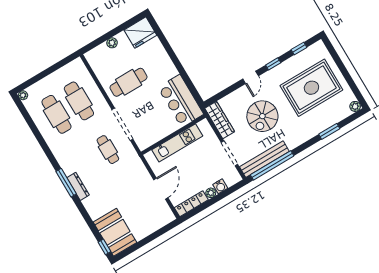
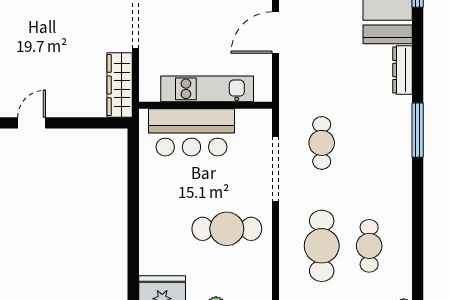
bar counter: (181, 101) -> (191, 132), moved, turned 90
cafe table: (56, 114) -> (369, 246), width x0.73, depth x0.74
spiral stairs: (262, 116) -> (49, 51), removed
dresser: (78, 186) -> (402, 70), moved

